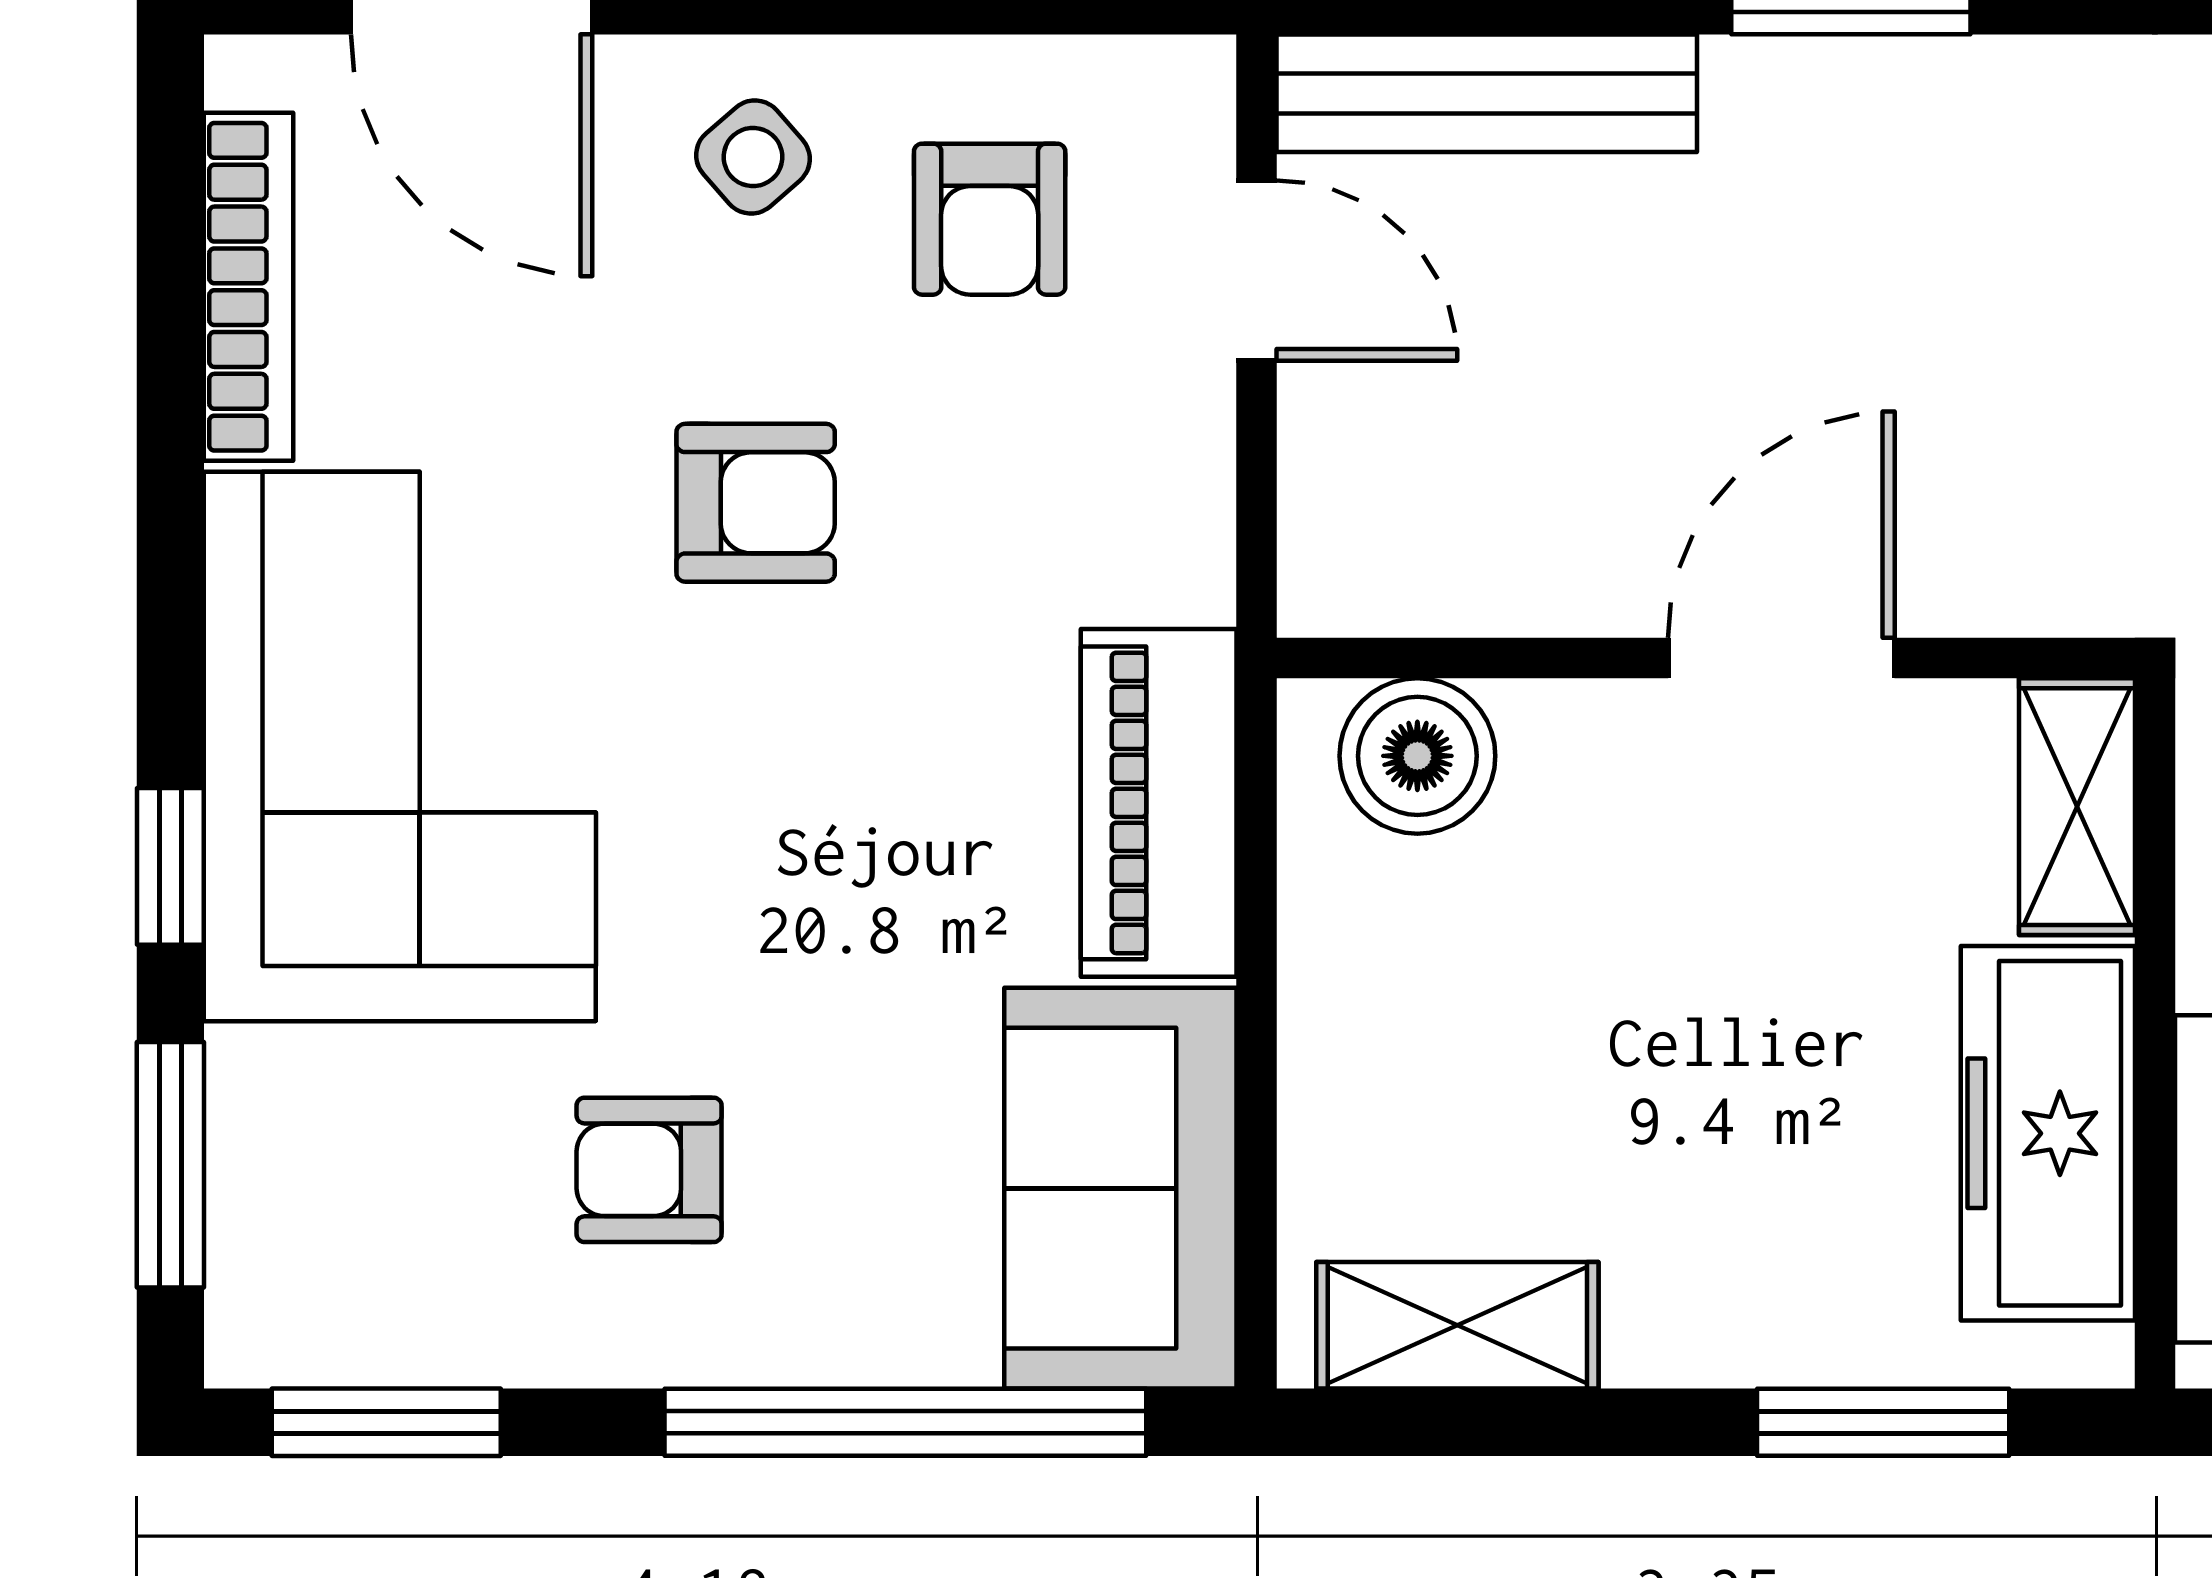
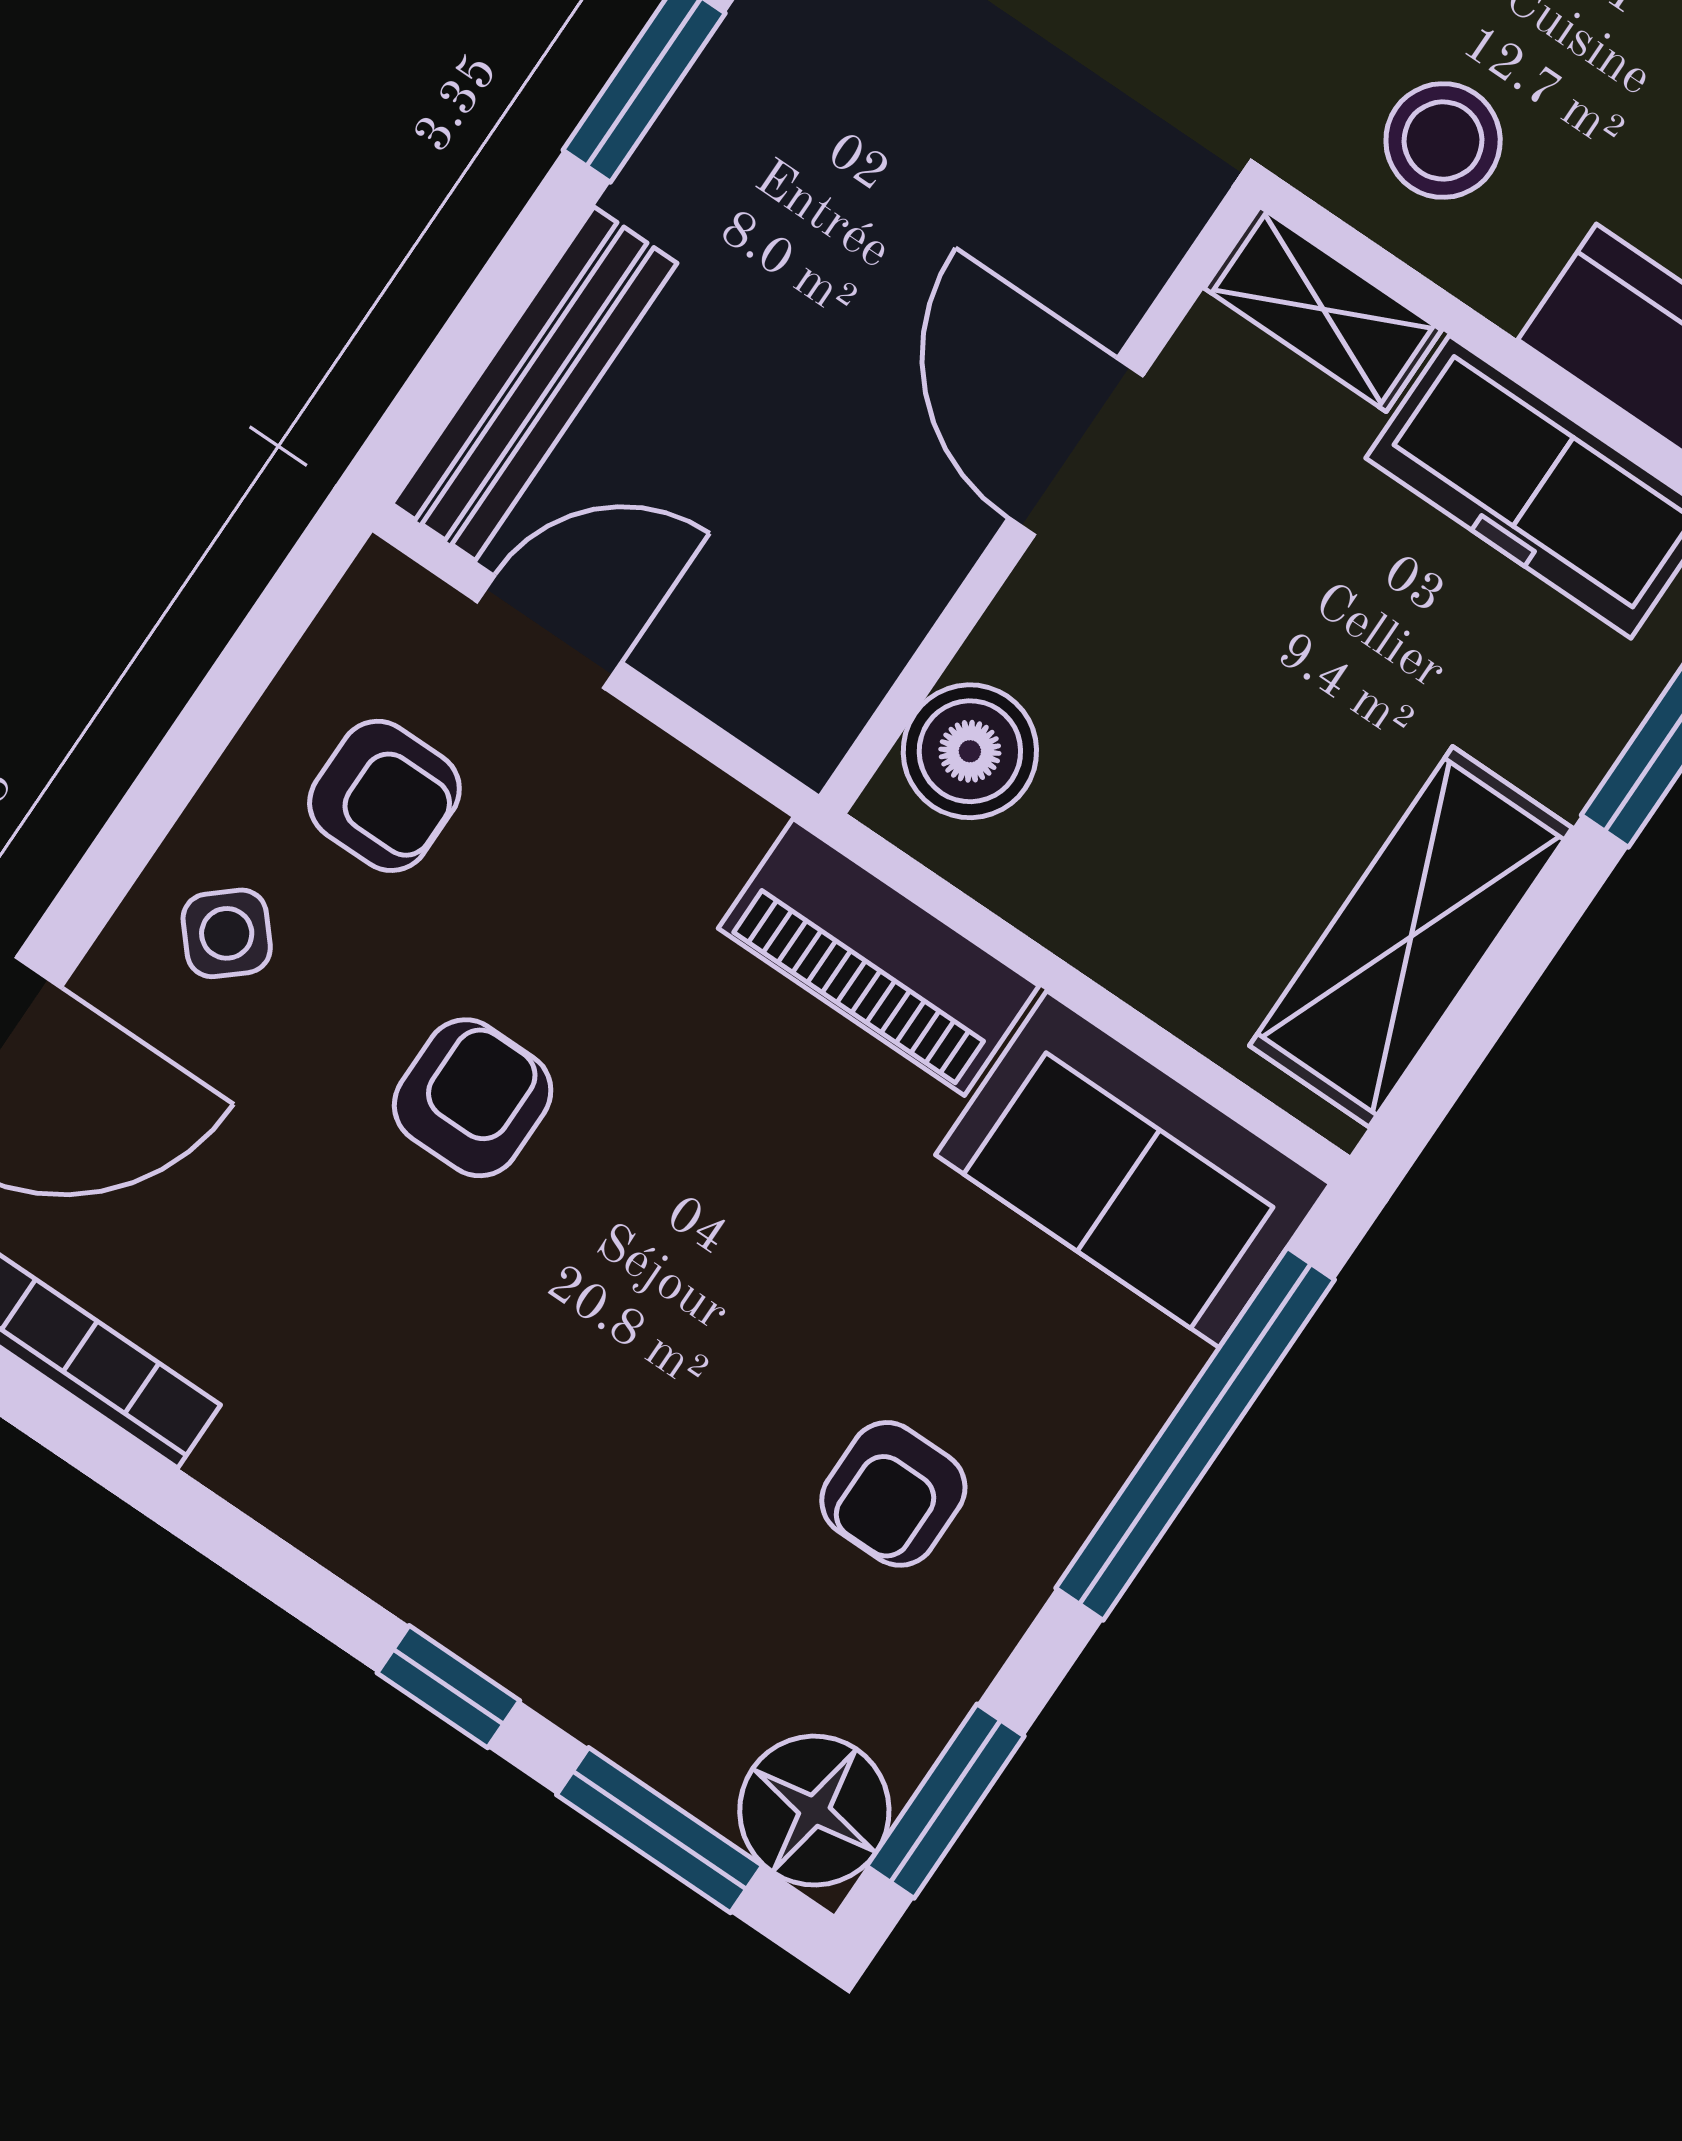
corner sofa: (400, 746) -> (474, 1467), removed
floor lamp: (291, 1302) -> (814, 1811), added
shelving: (1457, 1325) -> (1411, 937), width x1.50, depth x1.33

